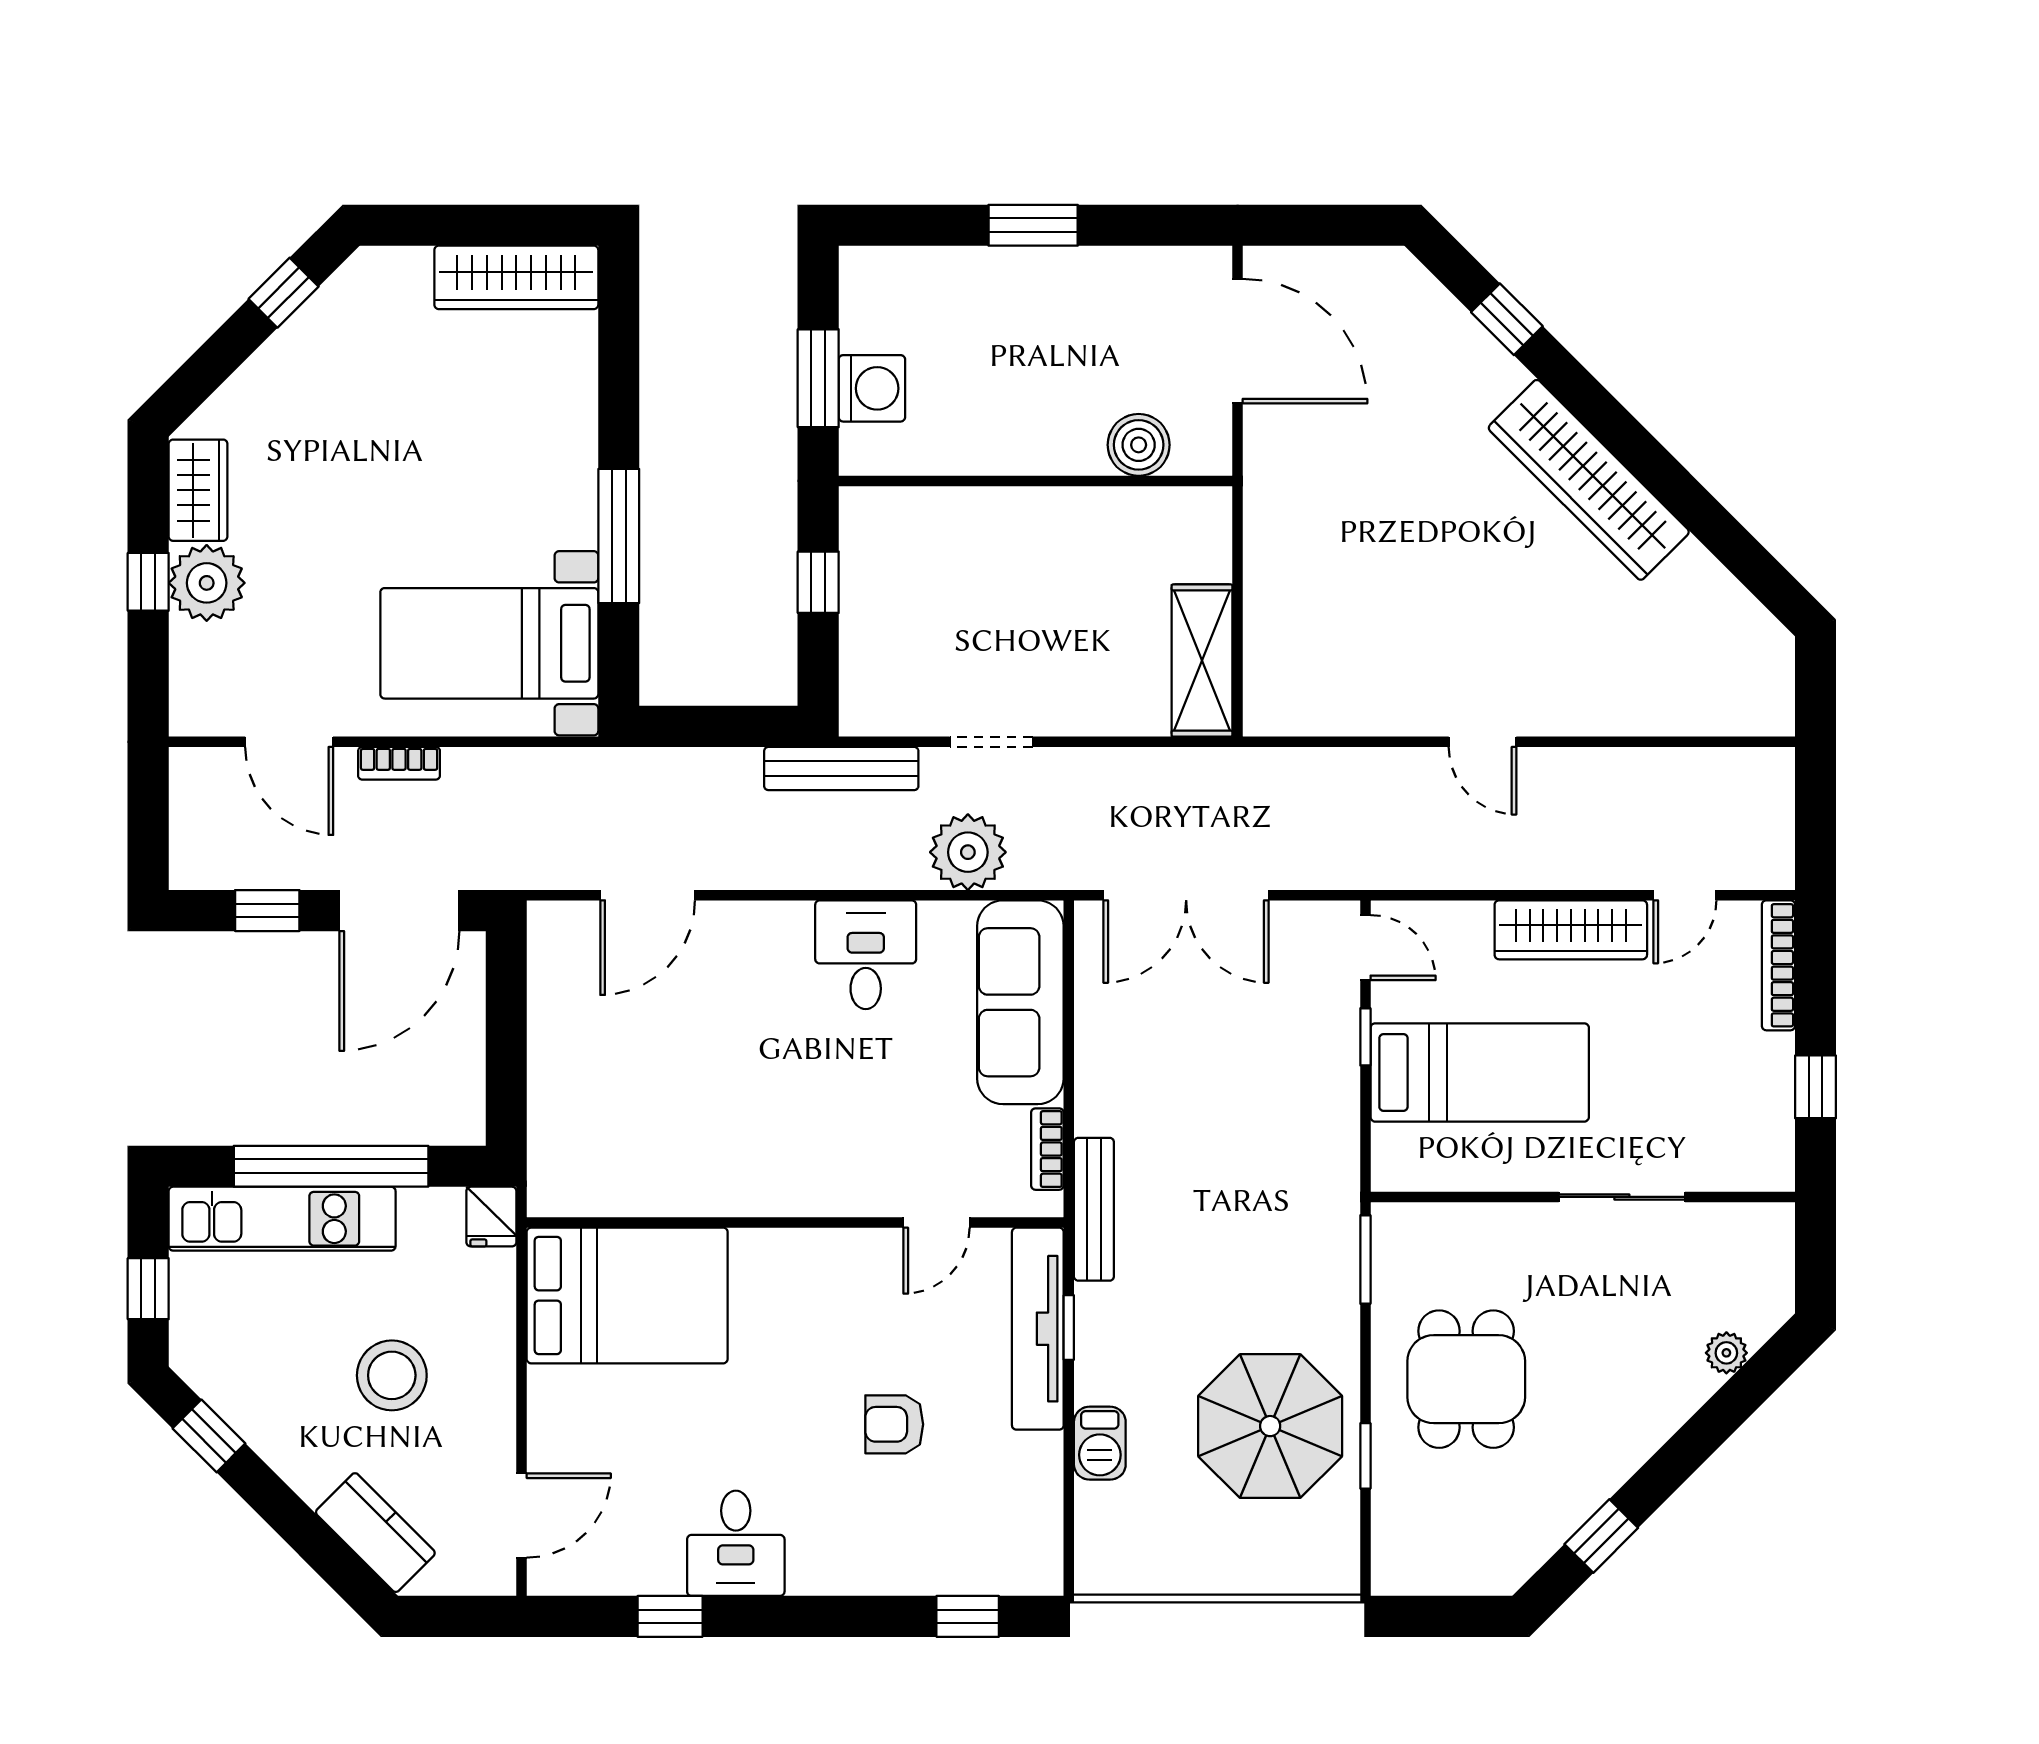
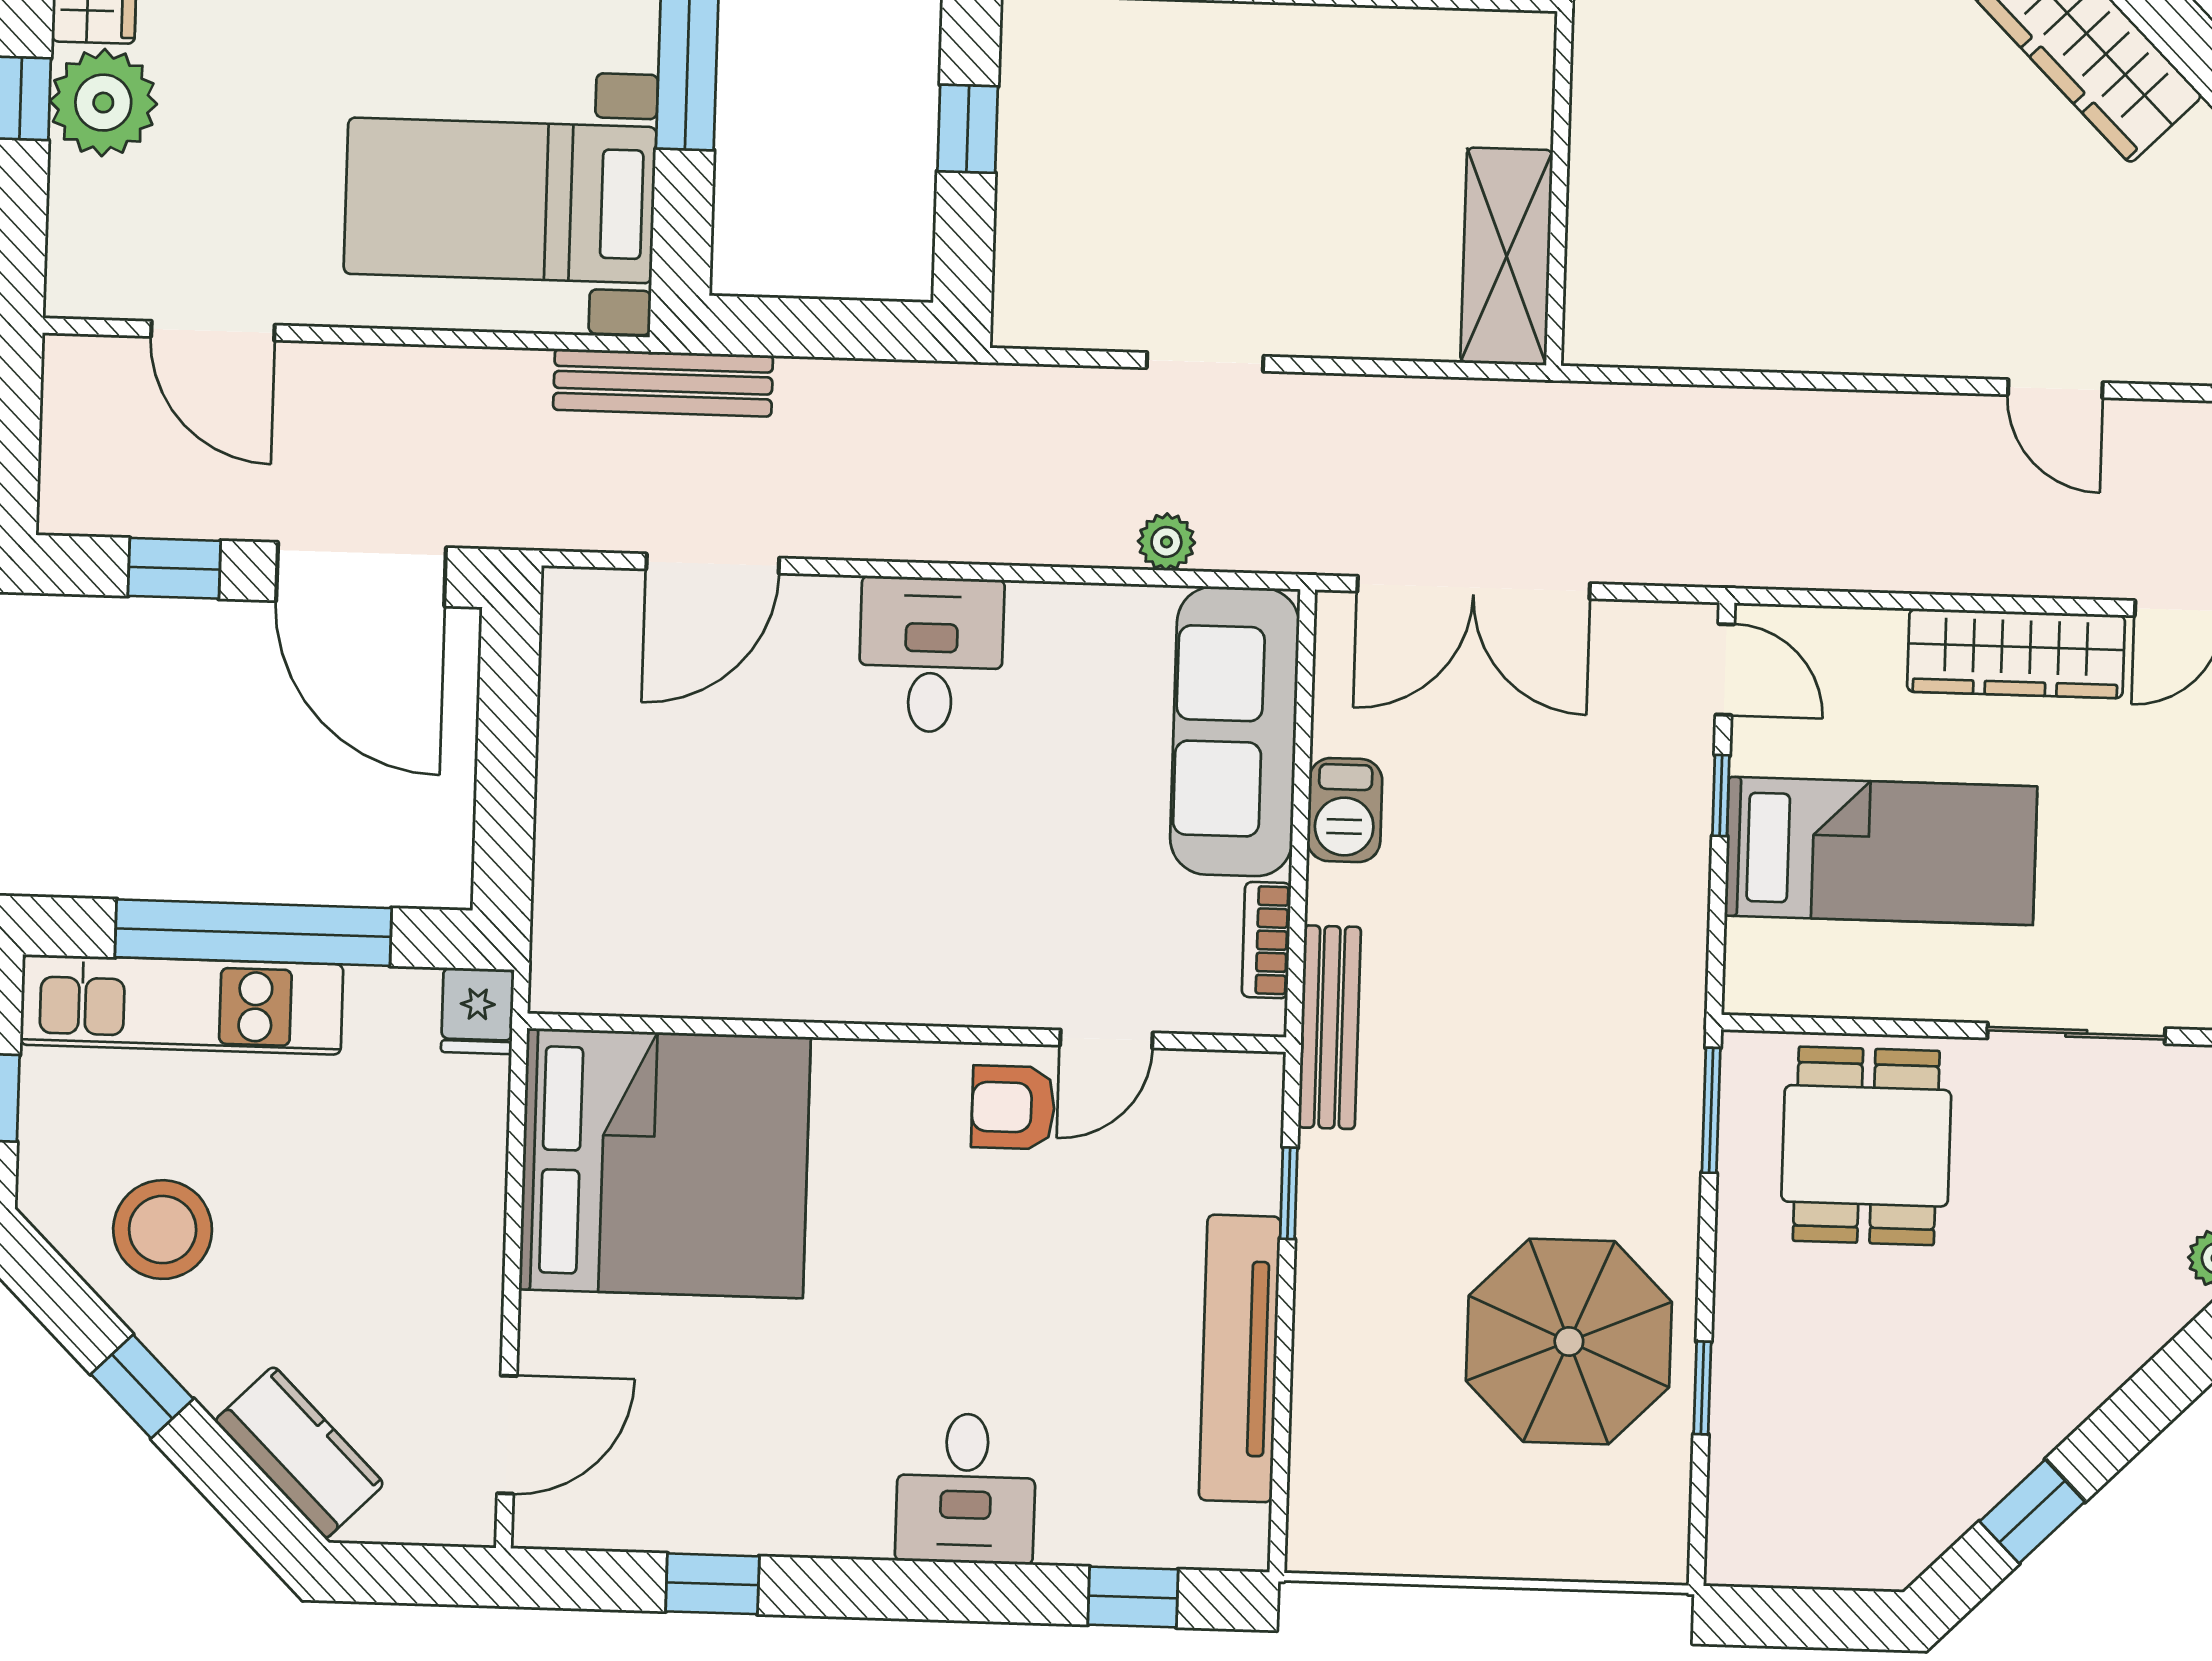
door: (1483, 742) -> (2055, 389), moved
bookcase: (399, 763) -> (367, 366), removed
bench: (841, 769) -> (663, 383), moved
plant: (968, 852) -> (1166, 542), width x0.53, depth x0.53
door: (399, 911) -> (361, 574), hinge flipped
desk: (866, 955) -> (931, 655), moved
bed: (627, 1295) -> (665, 1163), width x1.36
tv unit: (1038, 1329) -> (1240, 1358), moved
stool: (392, 1375) -> (163, 1230), moved
dining table: (1466, 1379) -> (1866, 1146), moved
armchair: (894, 1424) -> (1013, 1107), moved
window: (209, 1436) -> (142, 1387), moved
barbecue: (1100, 1443) -> (1345, 810), moved
desk: (736, 1543) -> (966, 1488), moved

